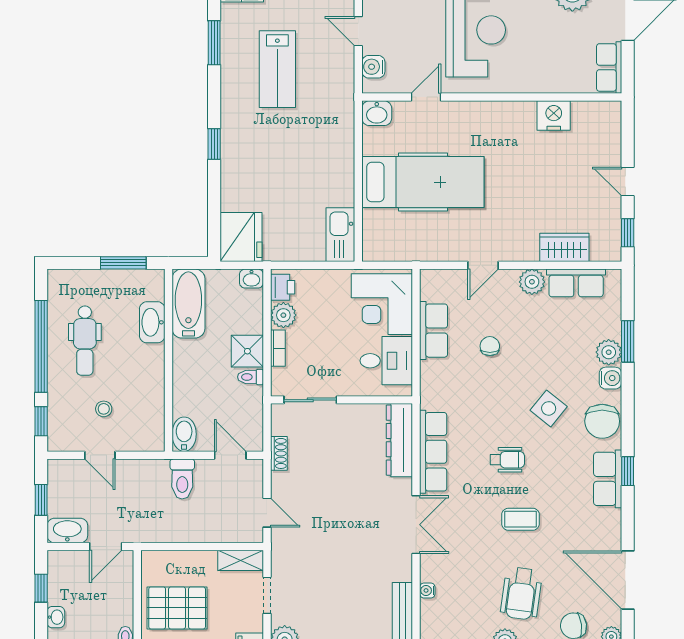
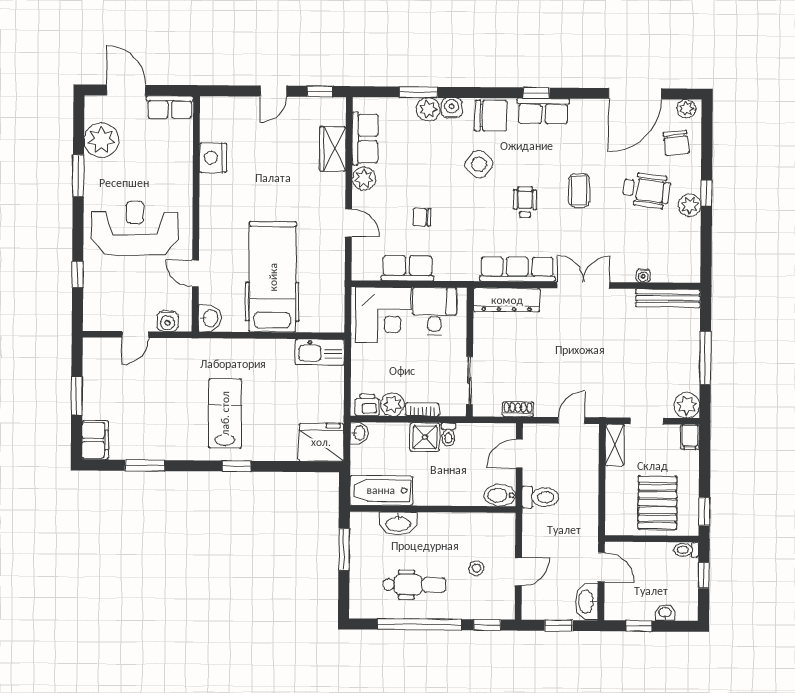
lab bench: (277, 69) -> (225, 413), moved, turned -90

